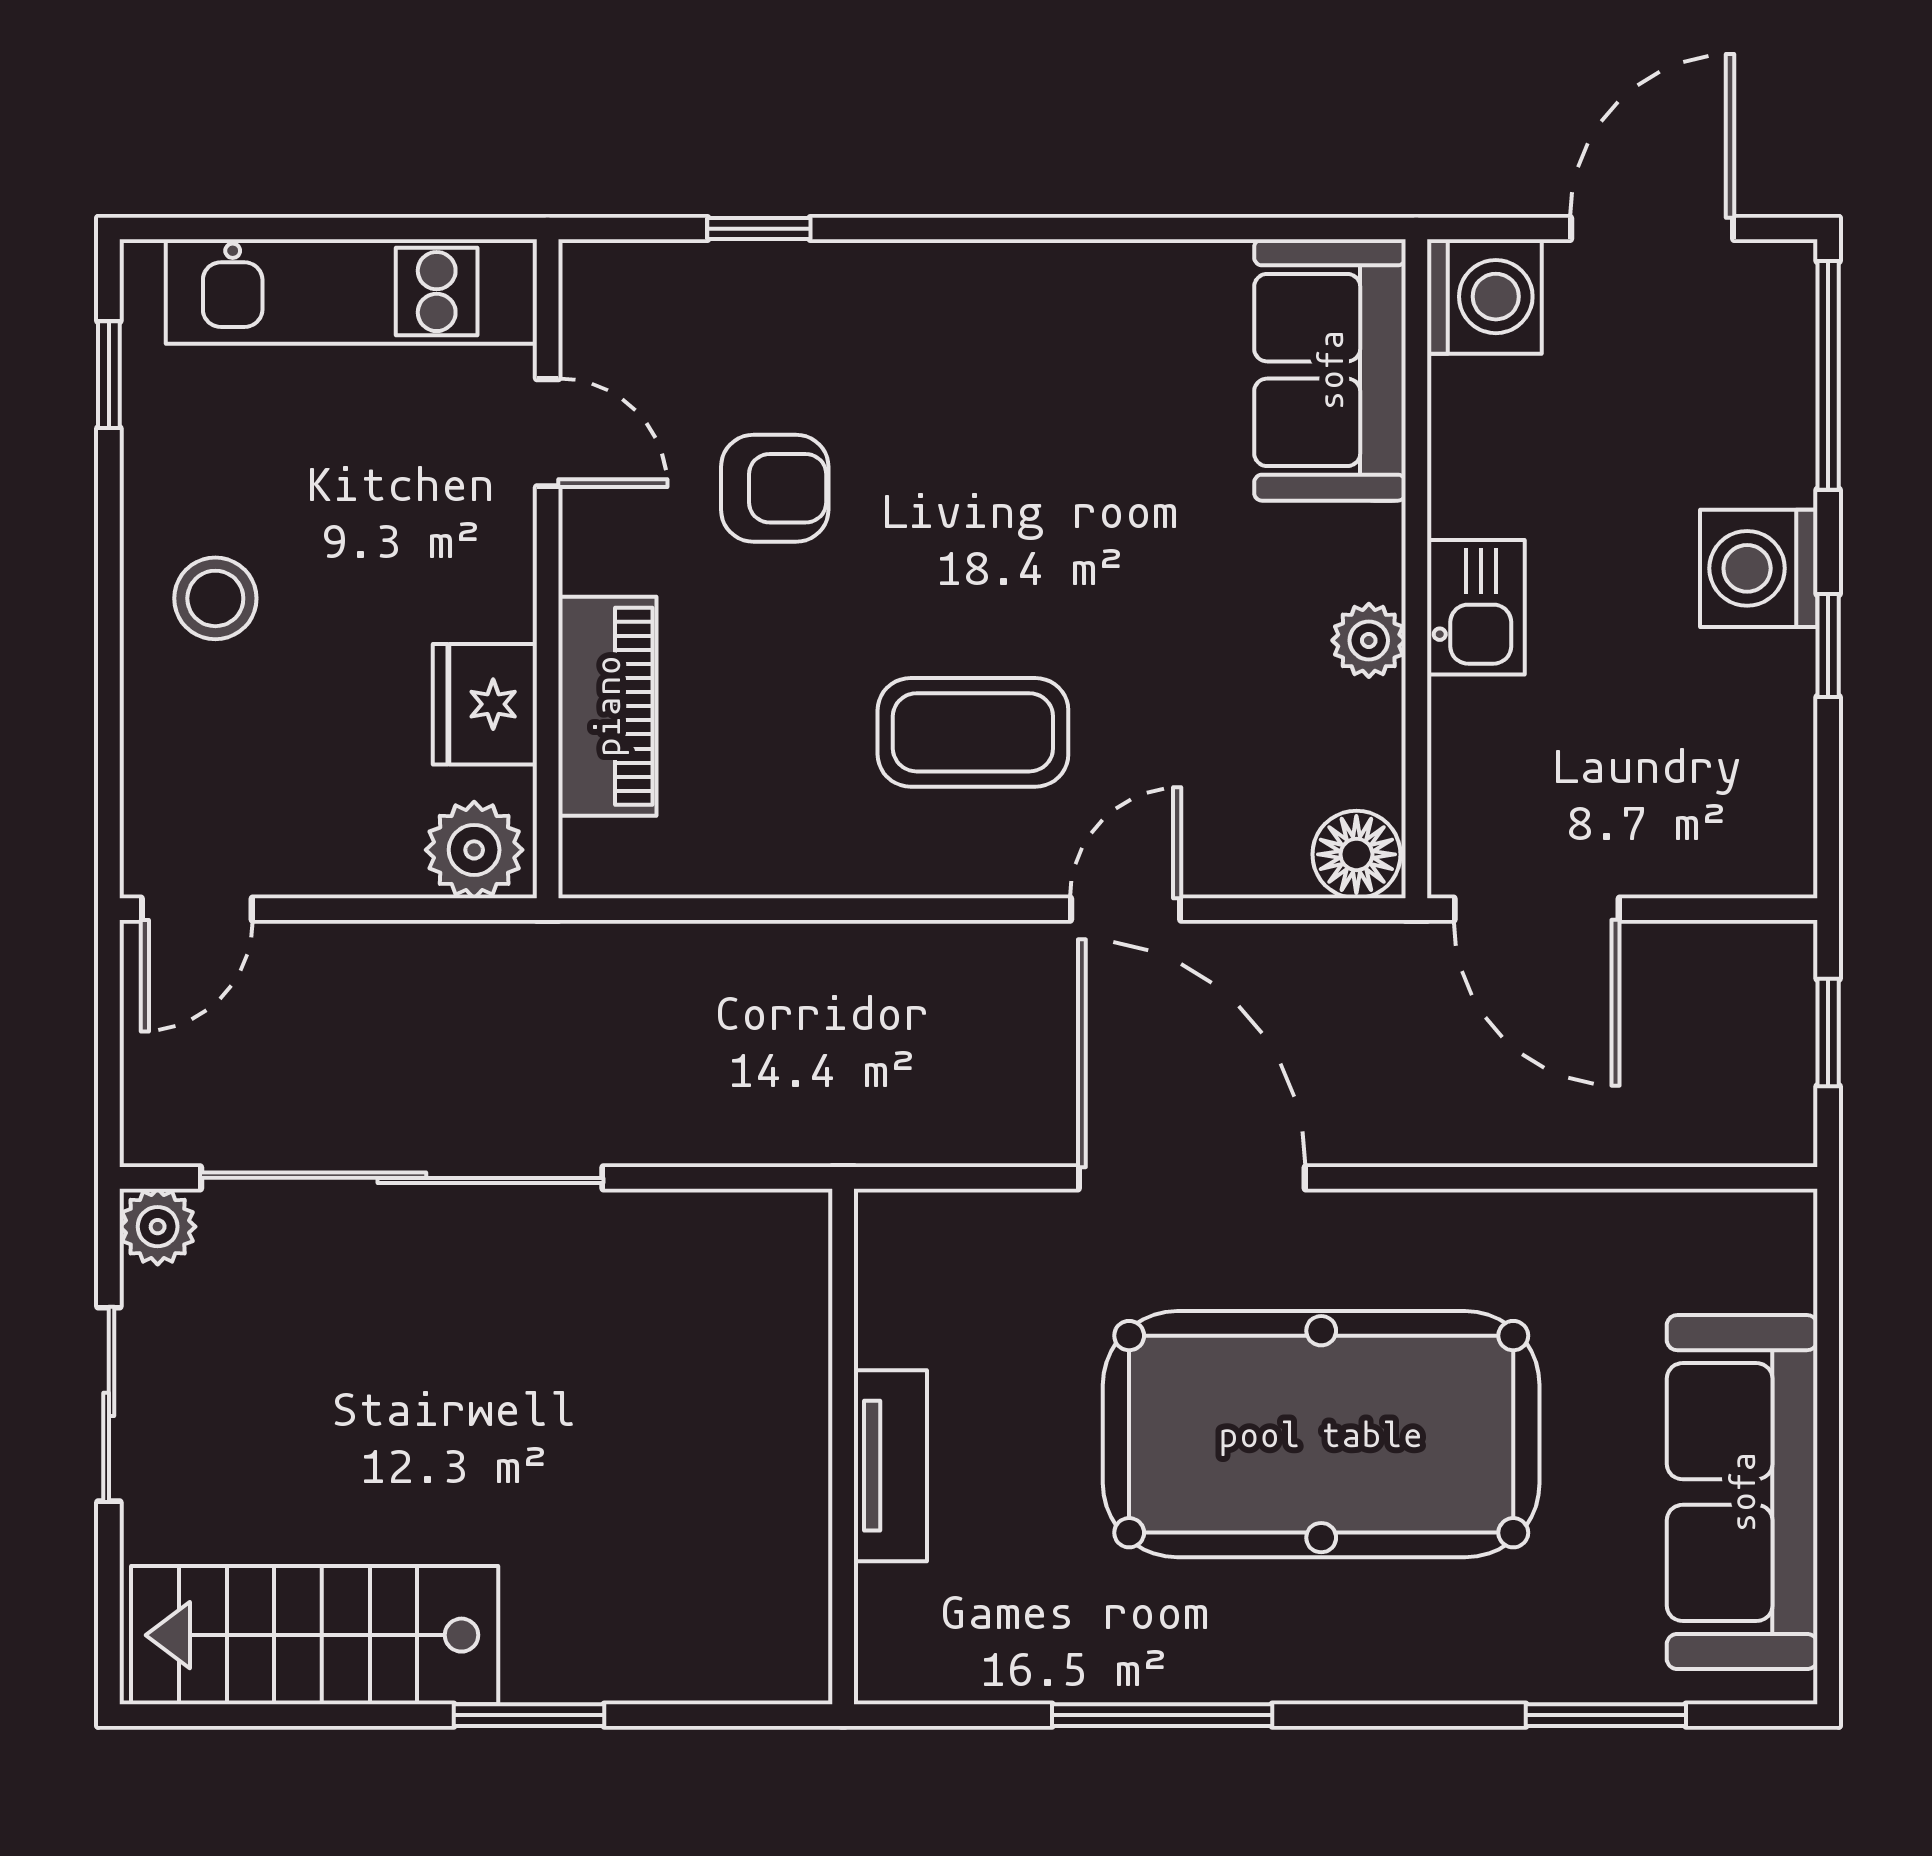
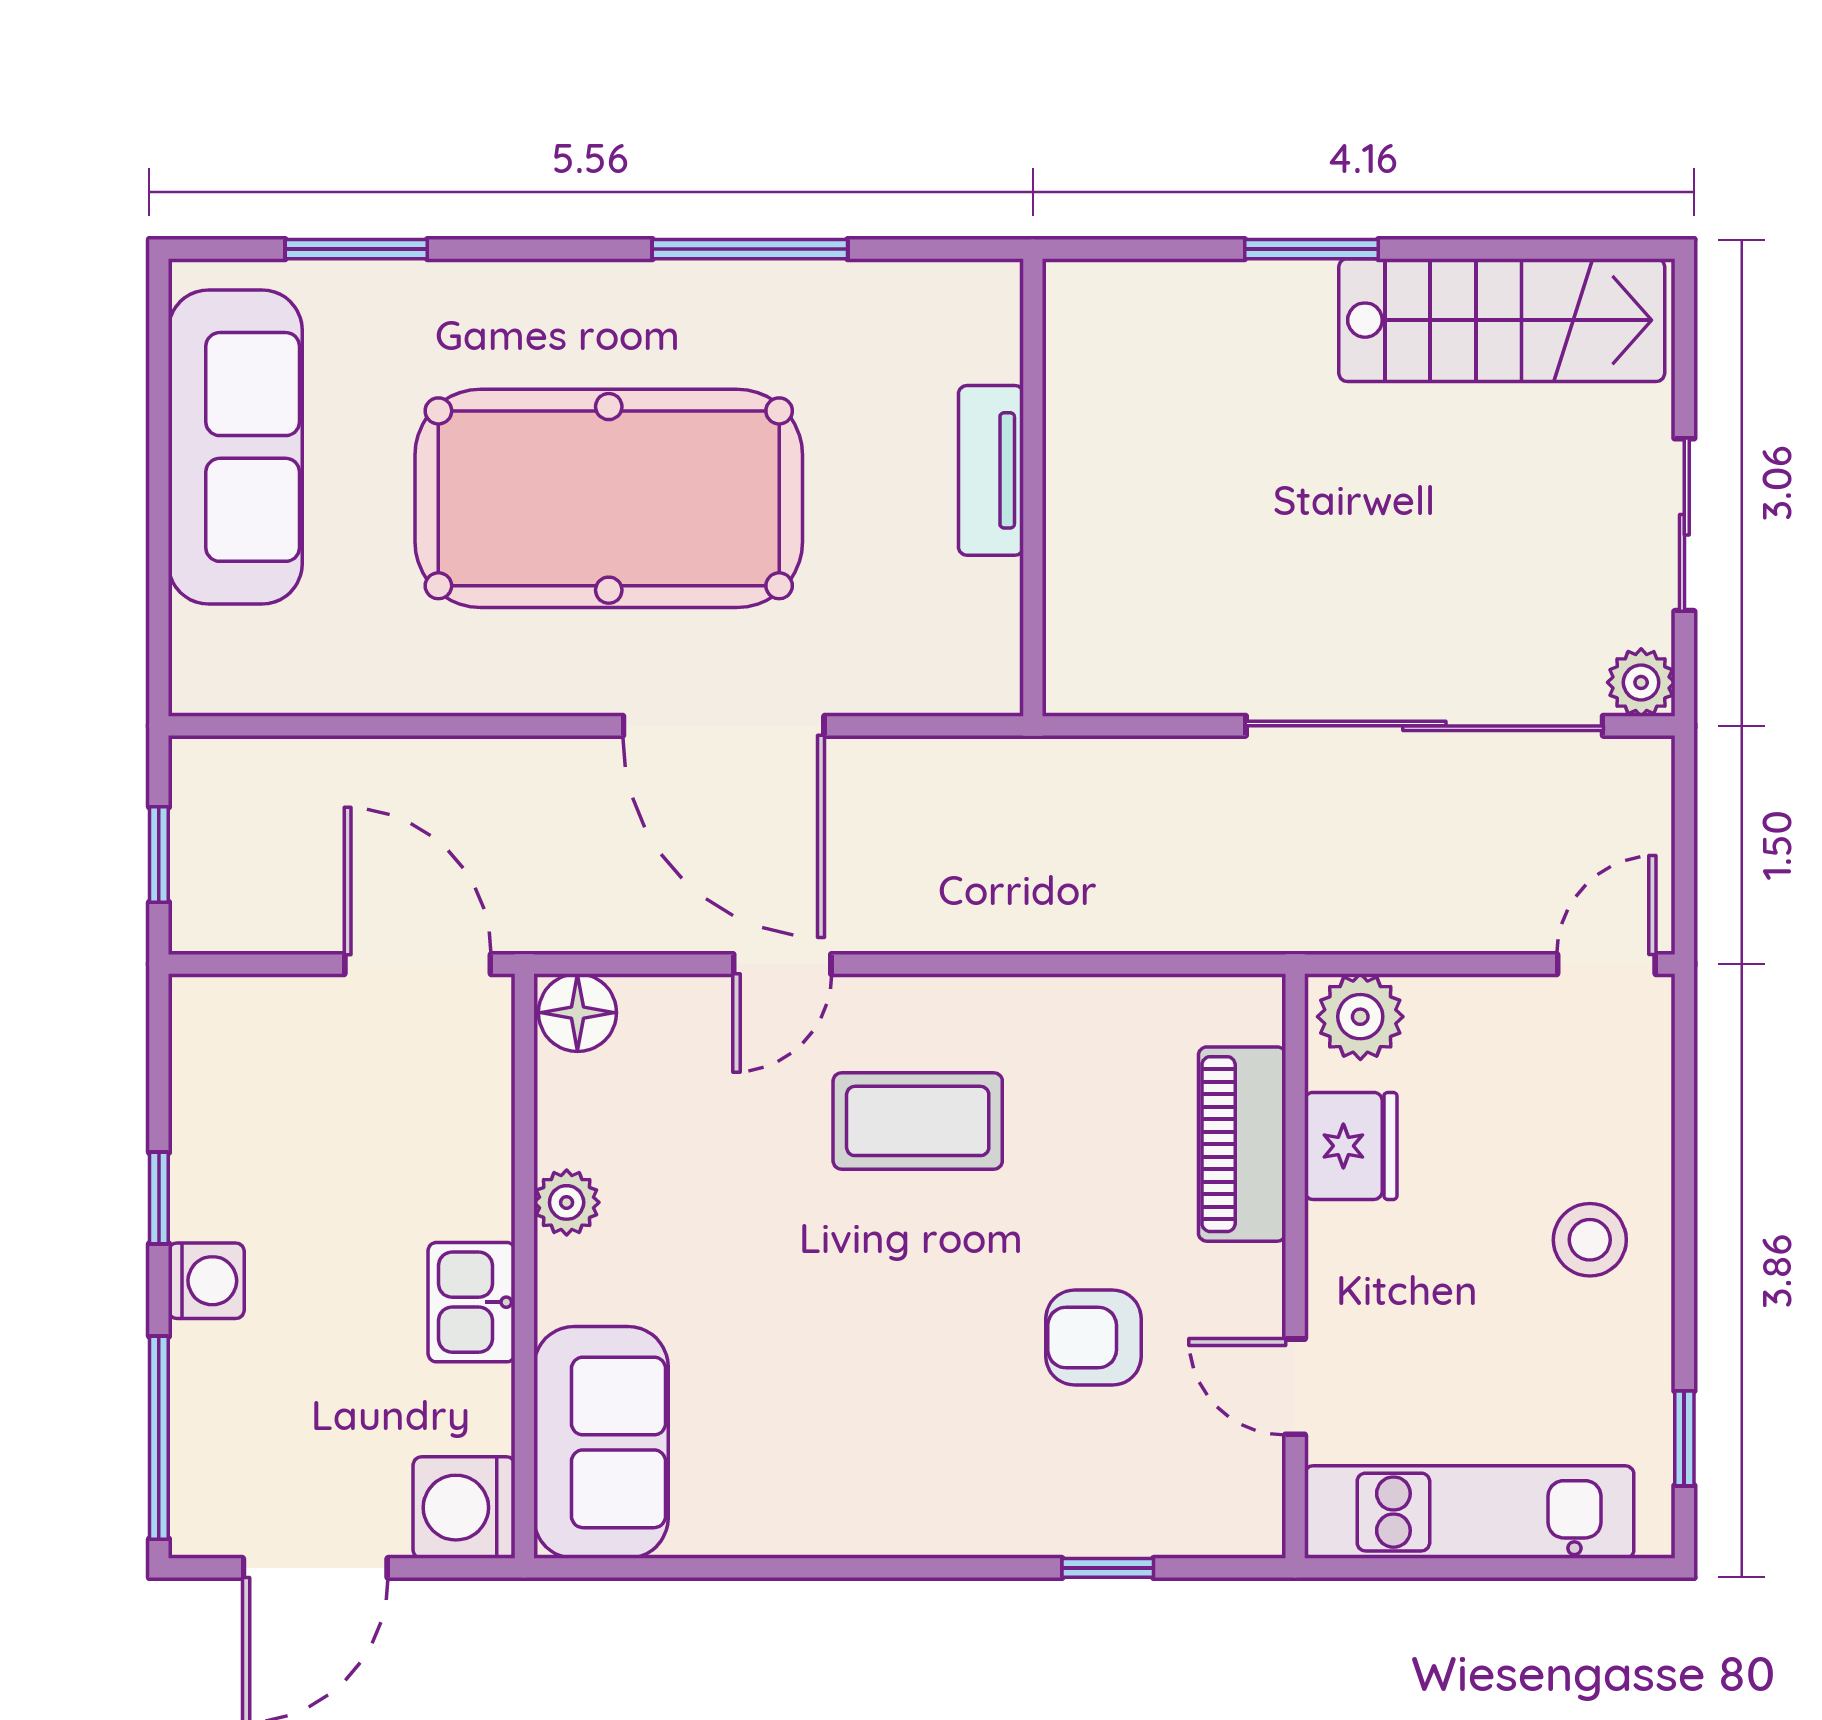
washing machine: (1759, 568) -> (206, 1281), width x0.73, depth x0.73
kitchen sink: (1476, 607) -> (472, 1302), moved

